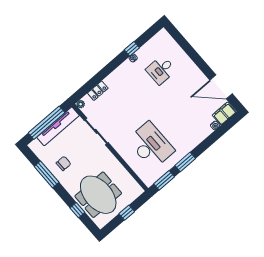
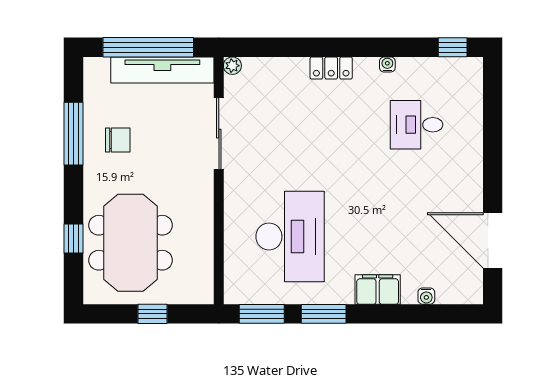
window: (132, 49) -> (453, 47), moved
locker: (98, 91) -> (331, 68), moved
filing cabinet: (224, 114) -> (378, 289), moved

